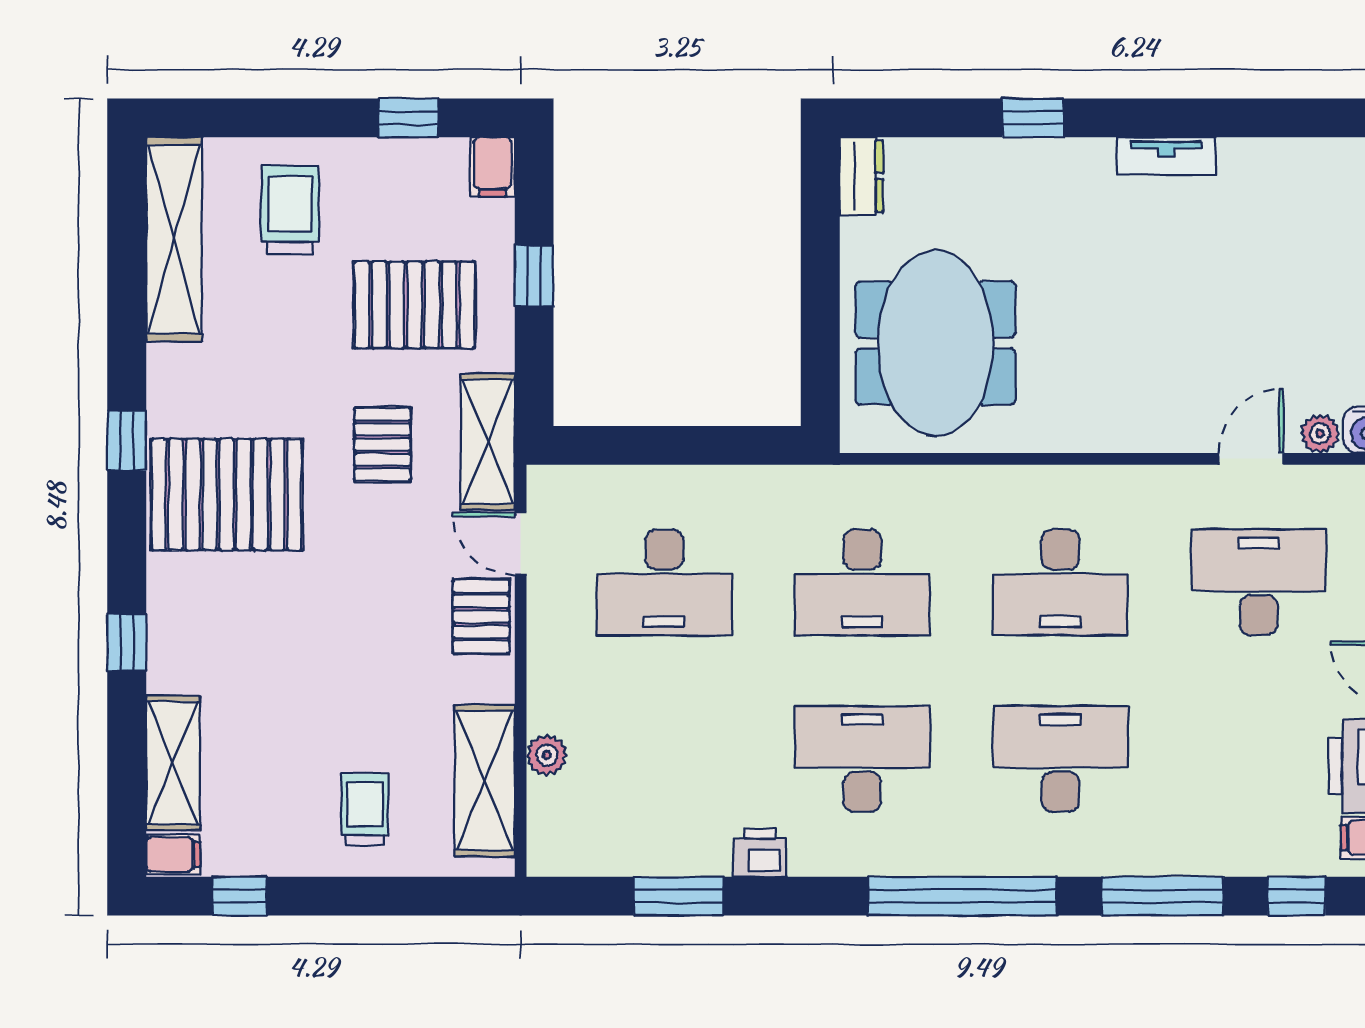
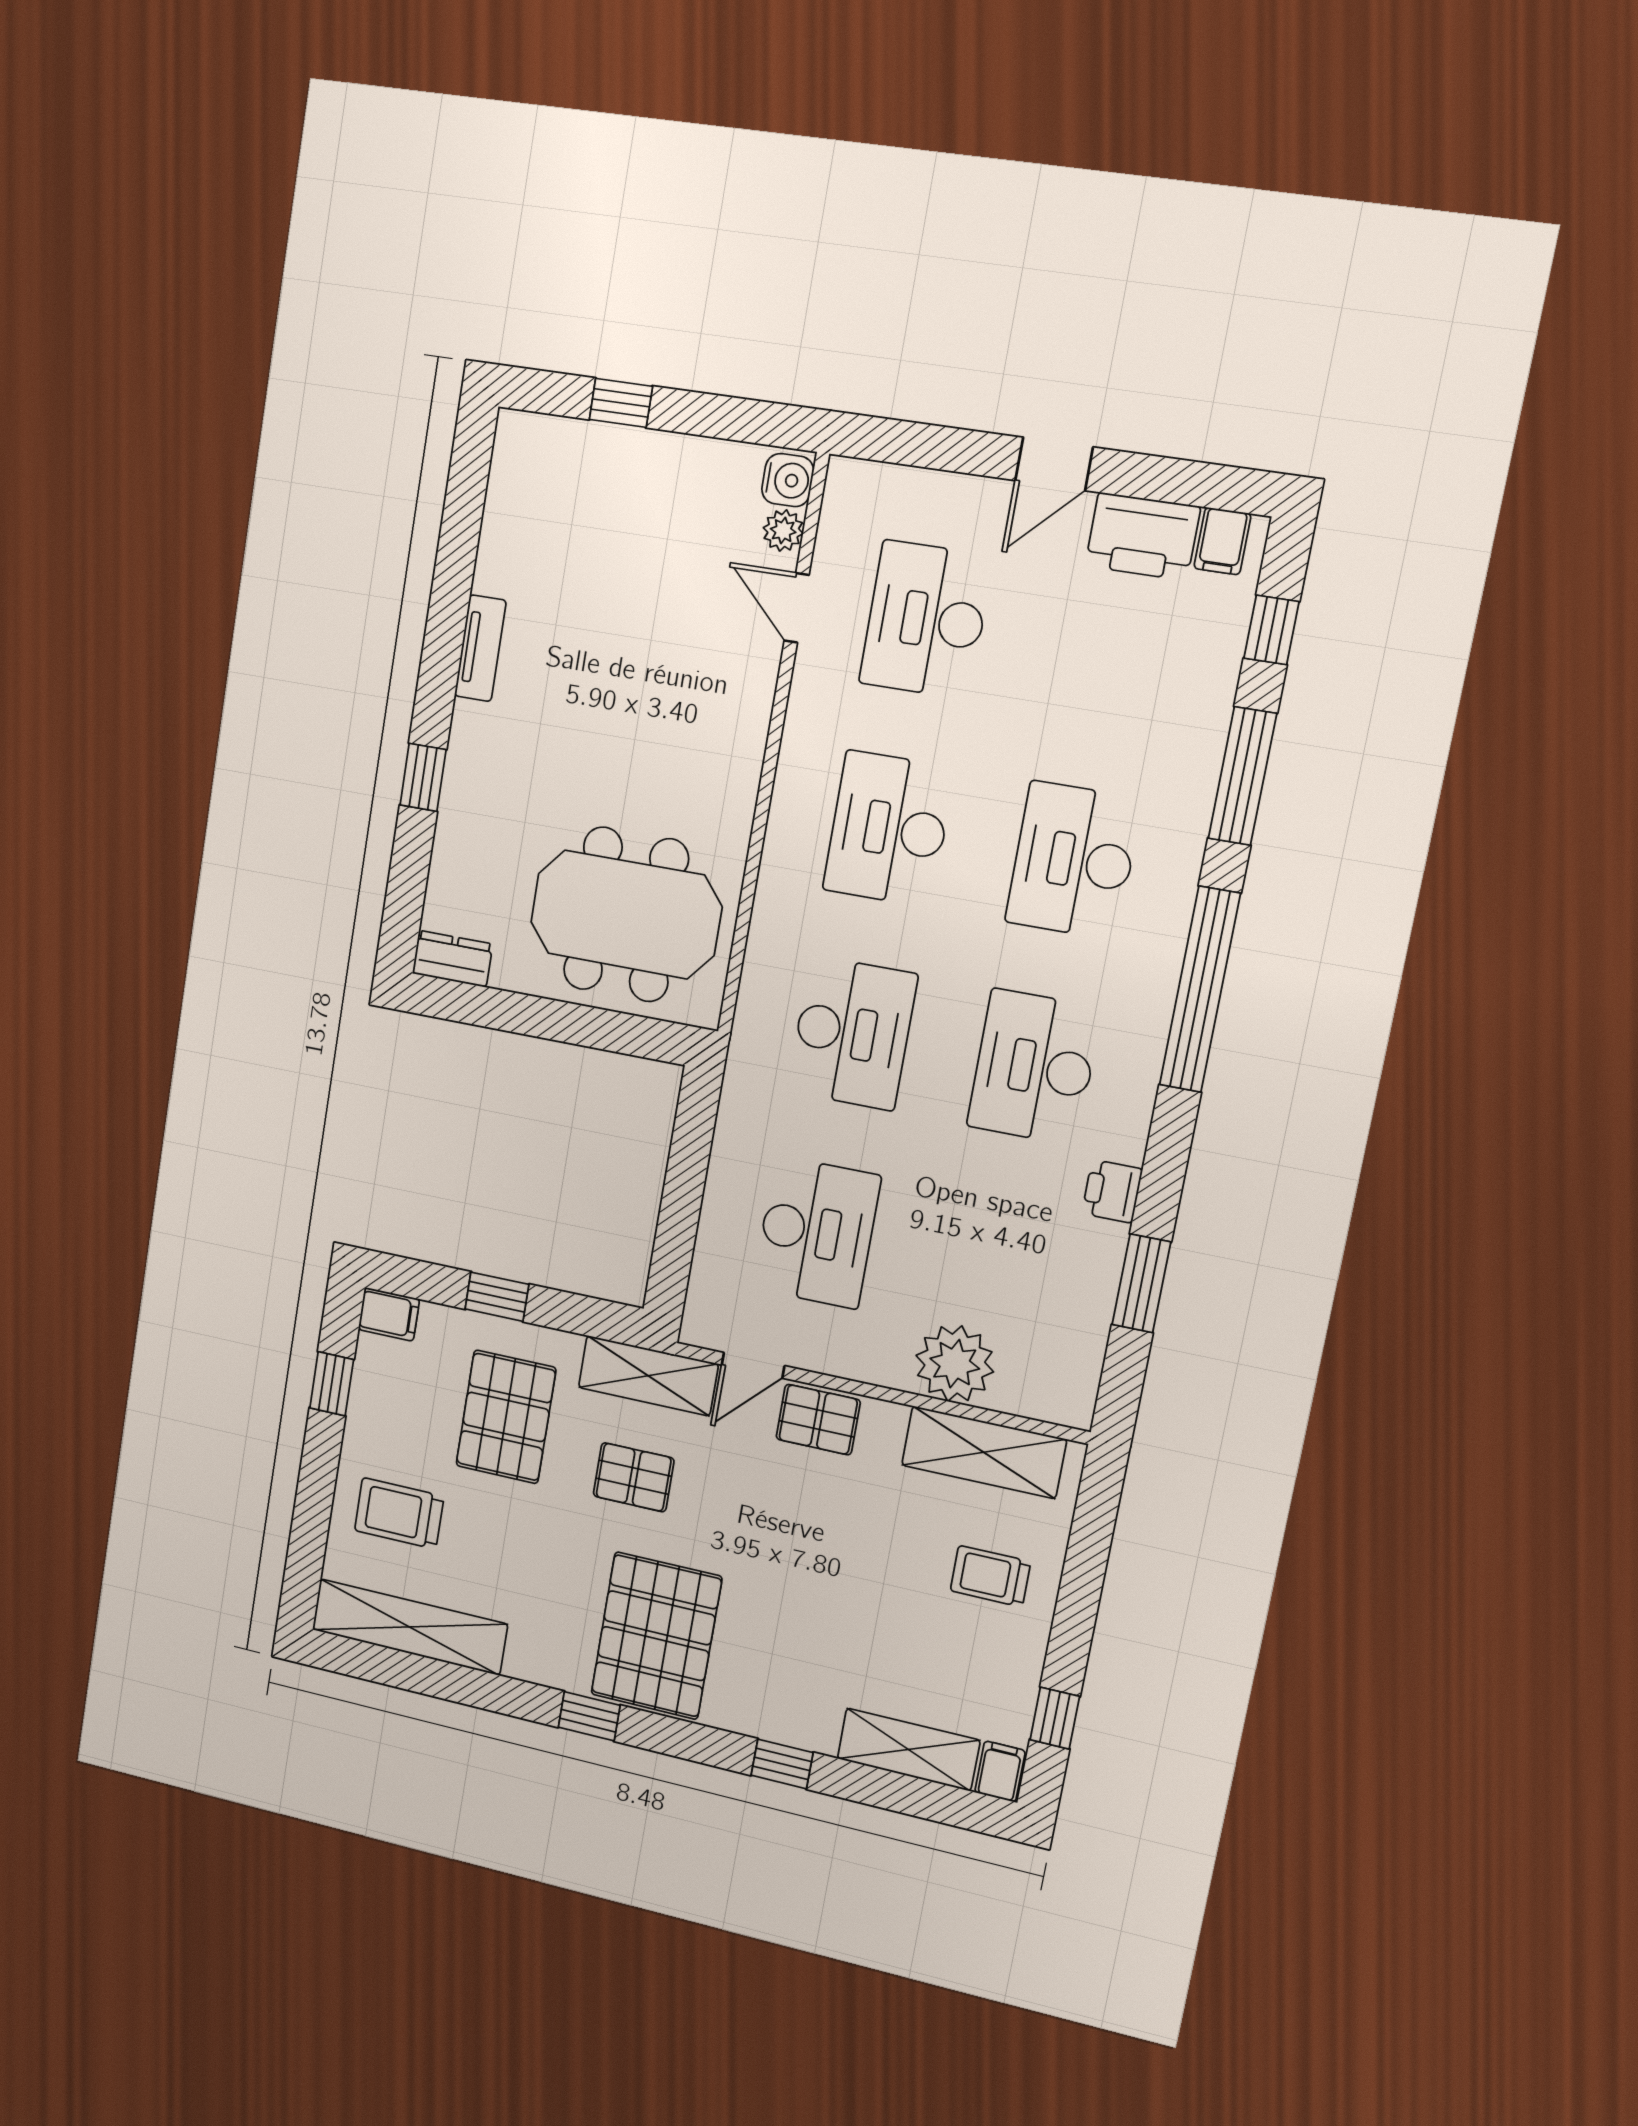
desk: (1060, 582) -> (889, 829), turned 180
plant: (547, 755) -> (955, 1364), width x1.87, depth x1.87

